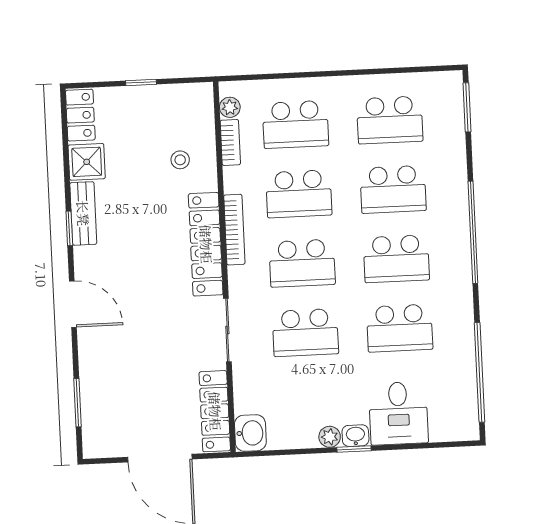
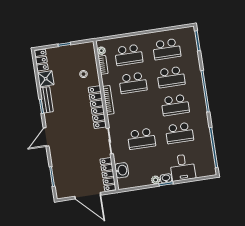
school desk: (302, 263) -> (137, 111), removed
door: (73, 304) -> (46, 137), swing flipped
washbasin: (250, 433) -> (122, 170), moved

